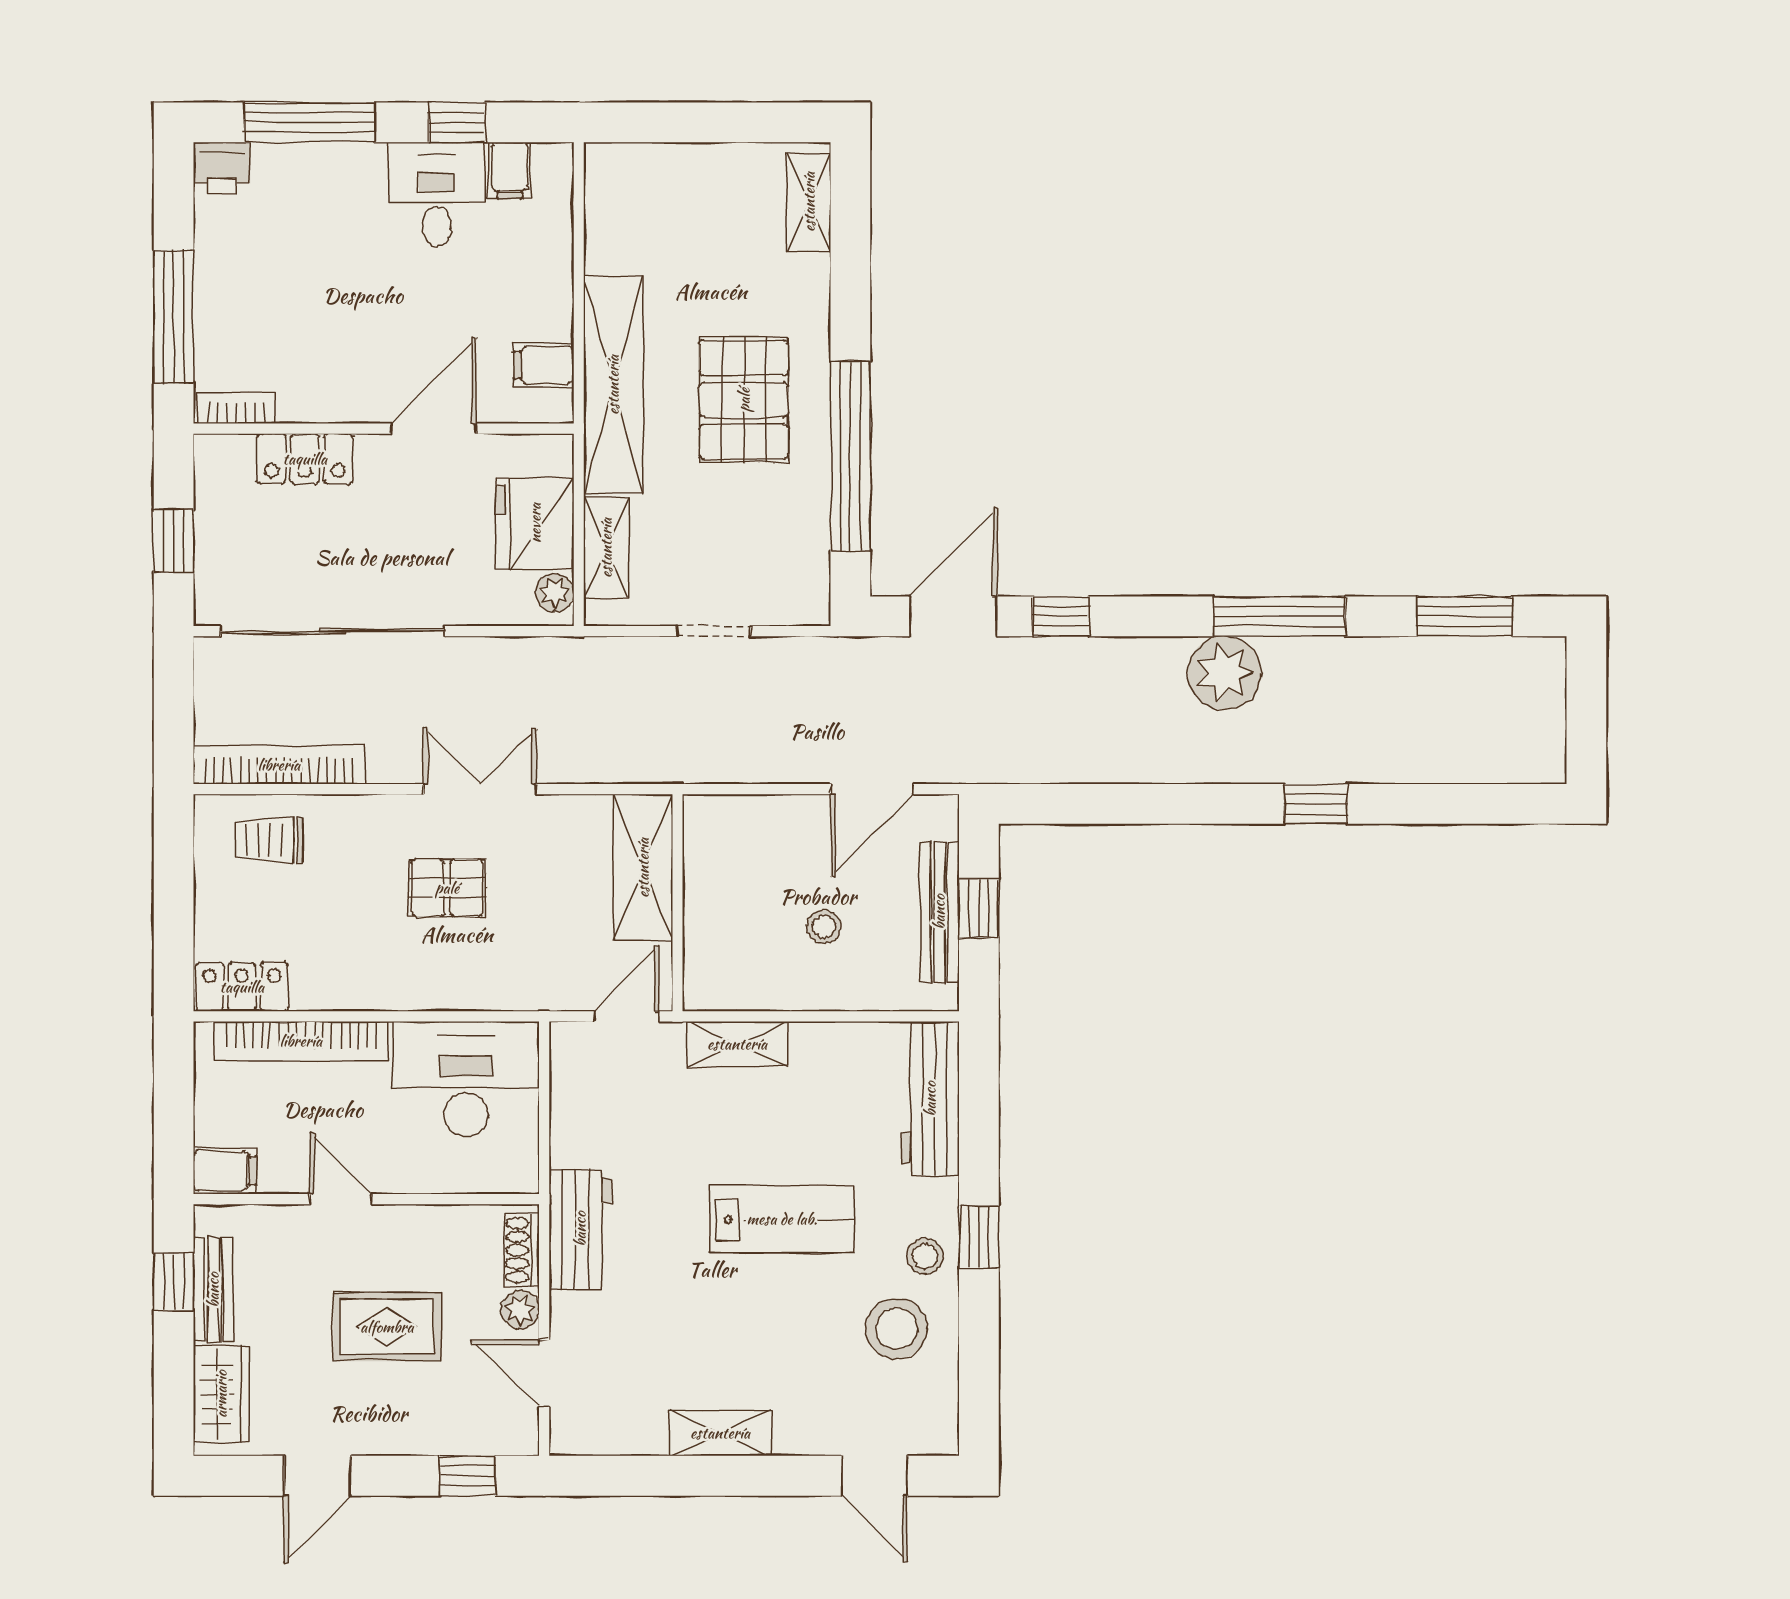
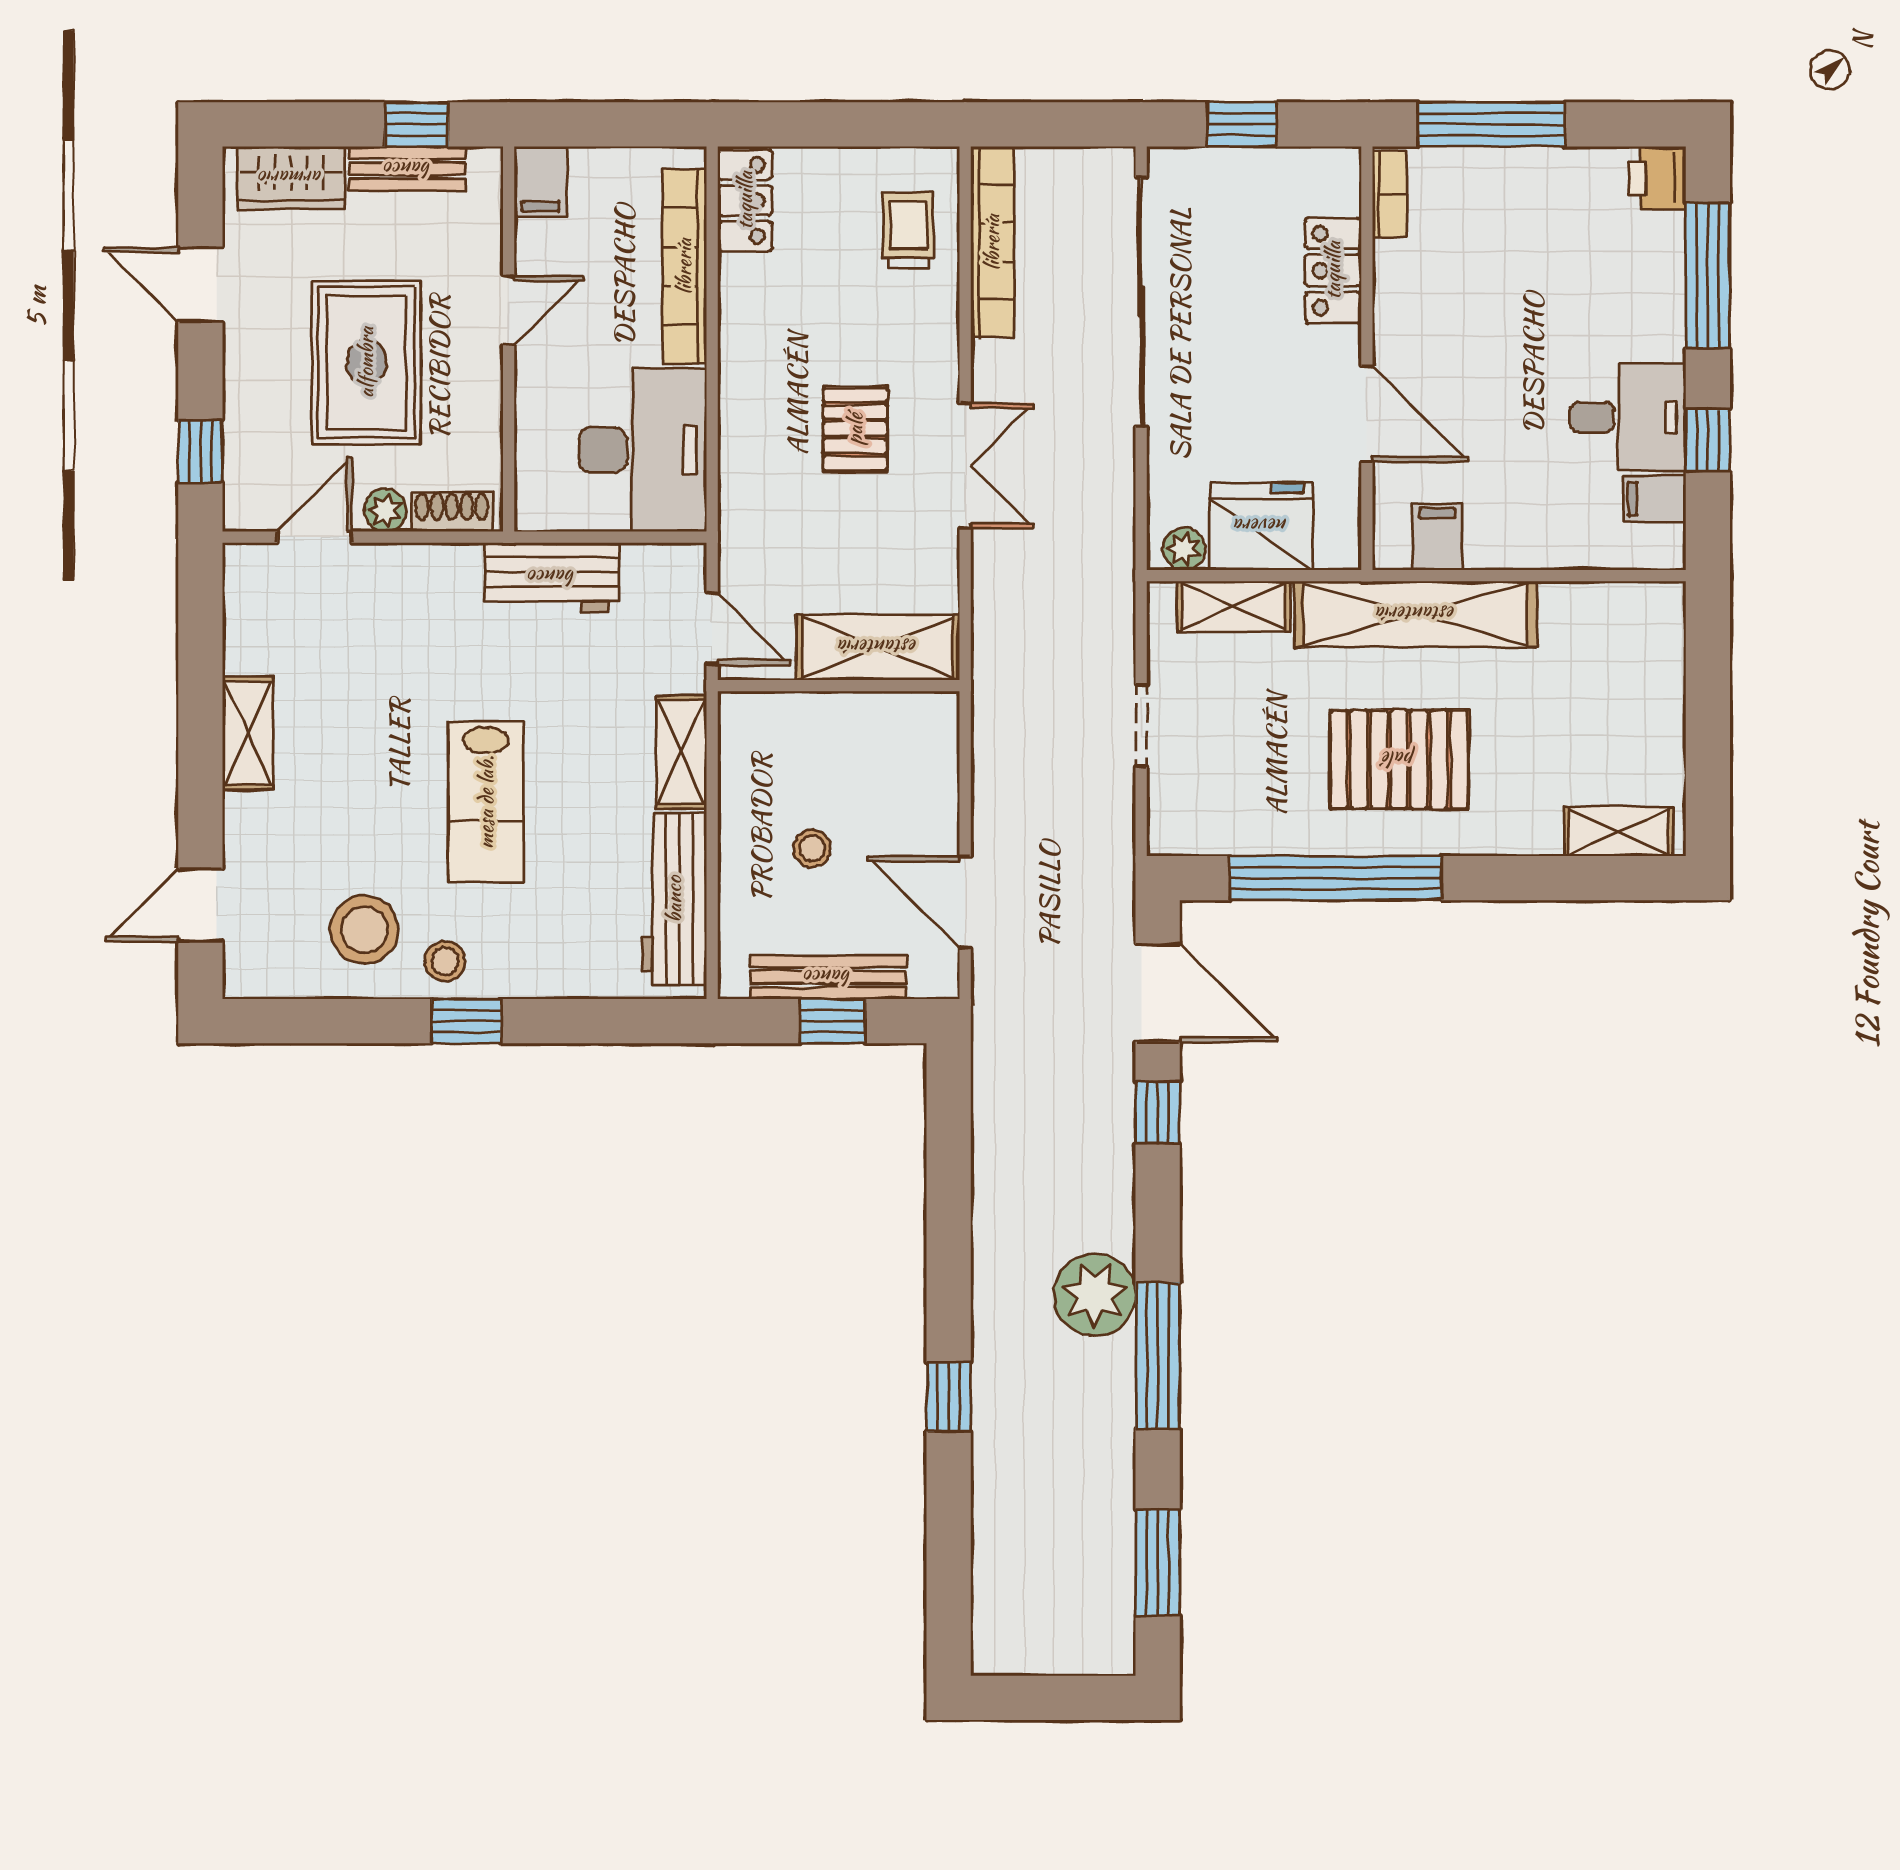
workbench: (930, 1099) -> (674, 899), moved, turned -90
workbench: (580, 1229) -> (552, 577), moved
rug: (387, 1327) -> (366, 362), width x1.36, depth x1.43

